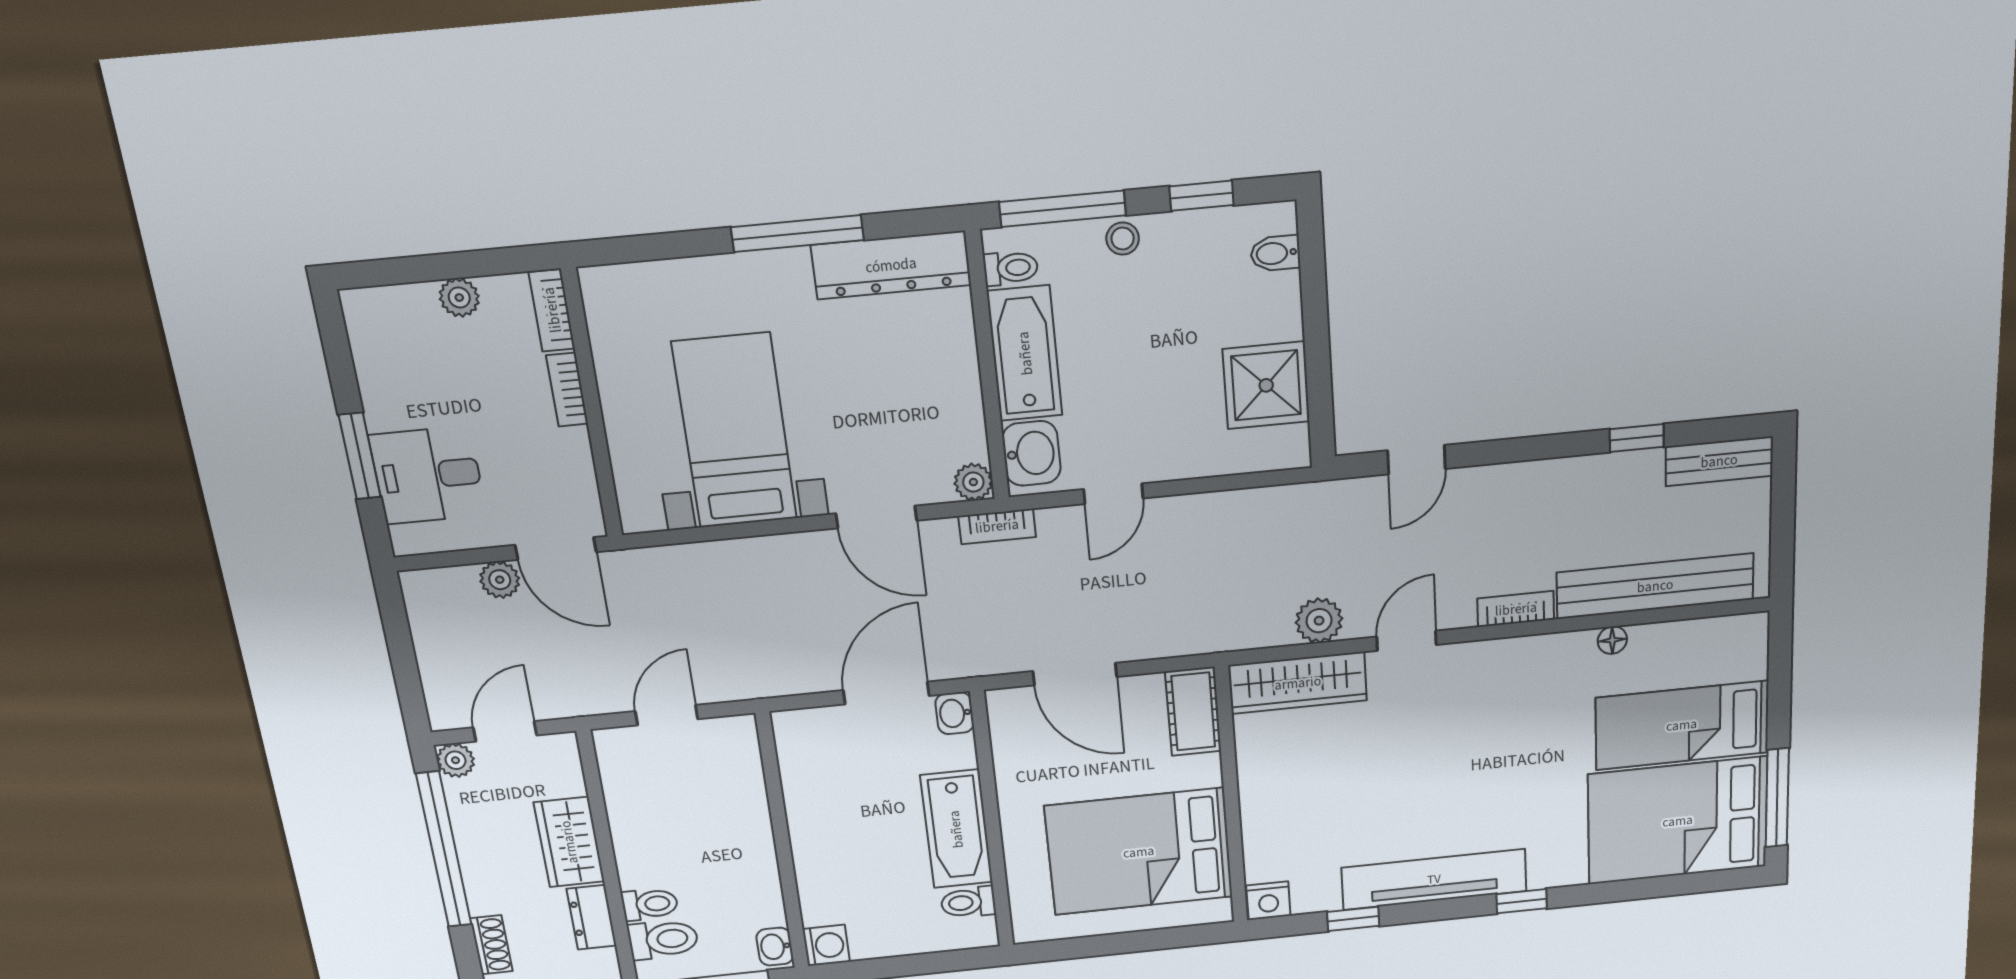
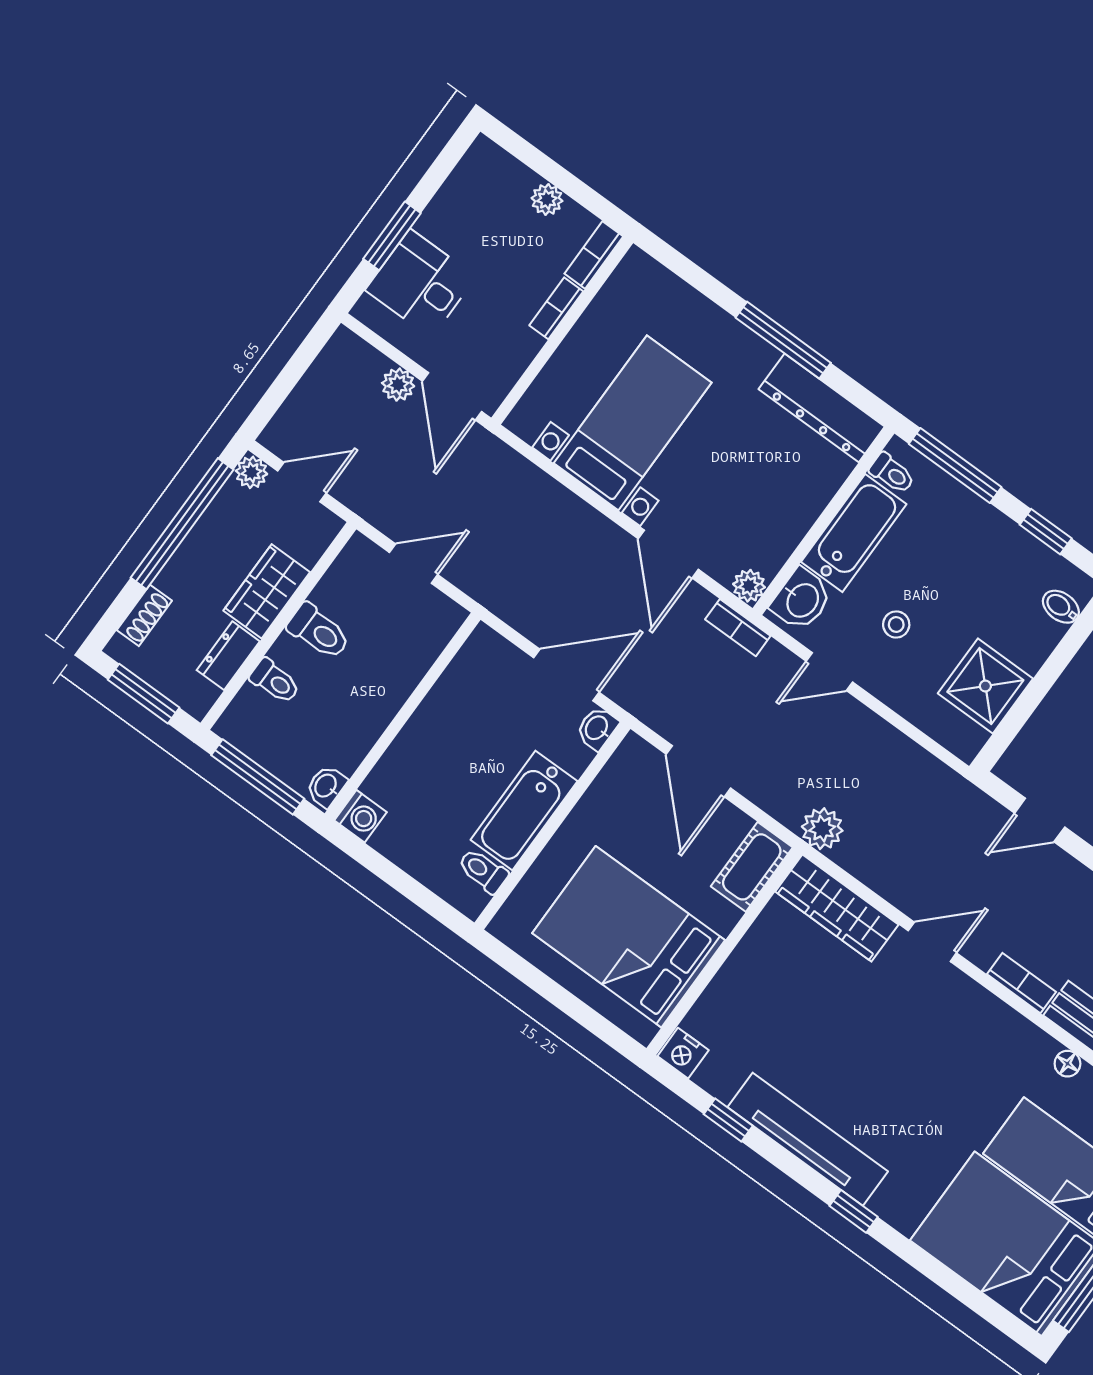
stool: (1123, 239) -> (896, 624), moved
plant: (1319, 621) -> (822, 829), moved
toilet: (663, 939) -> (319, 631), moved

